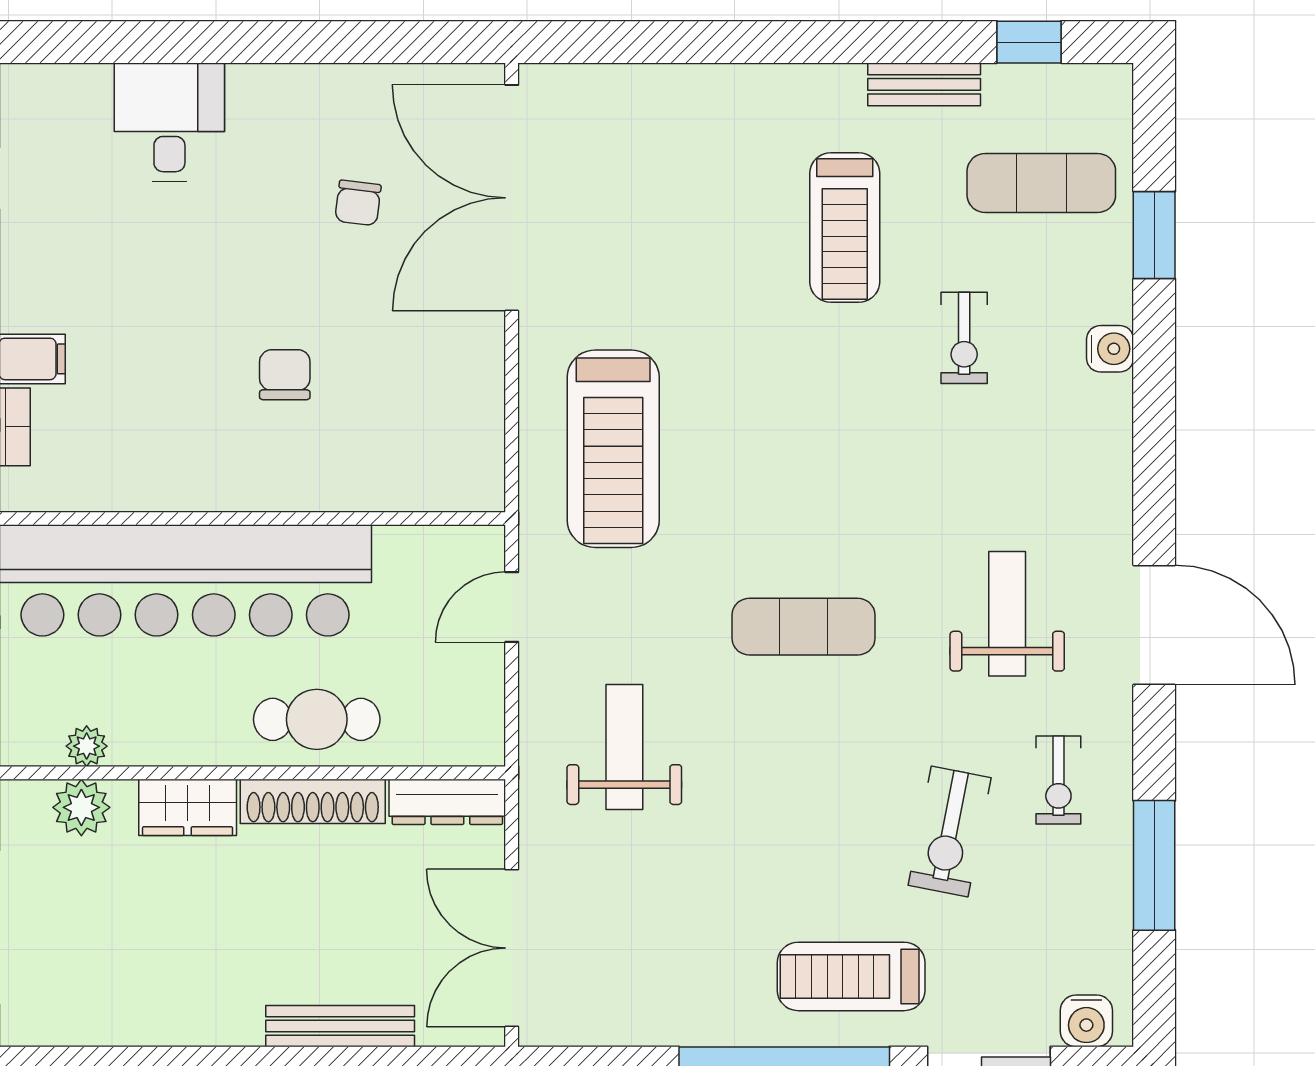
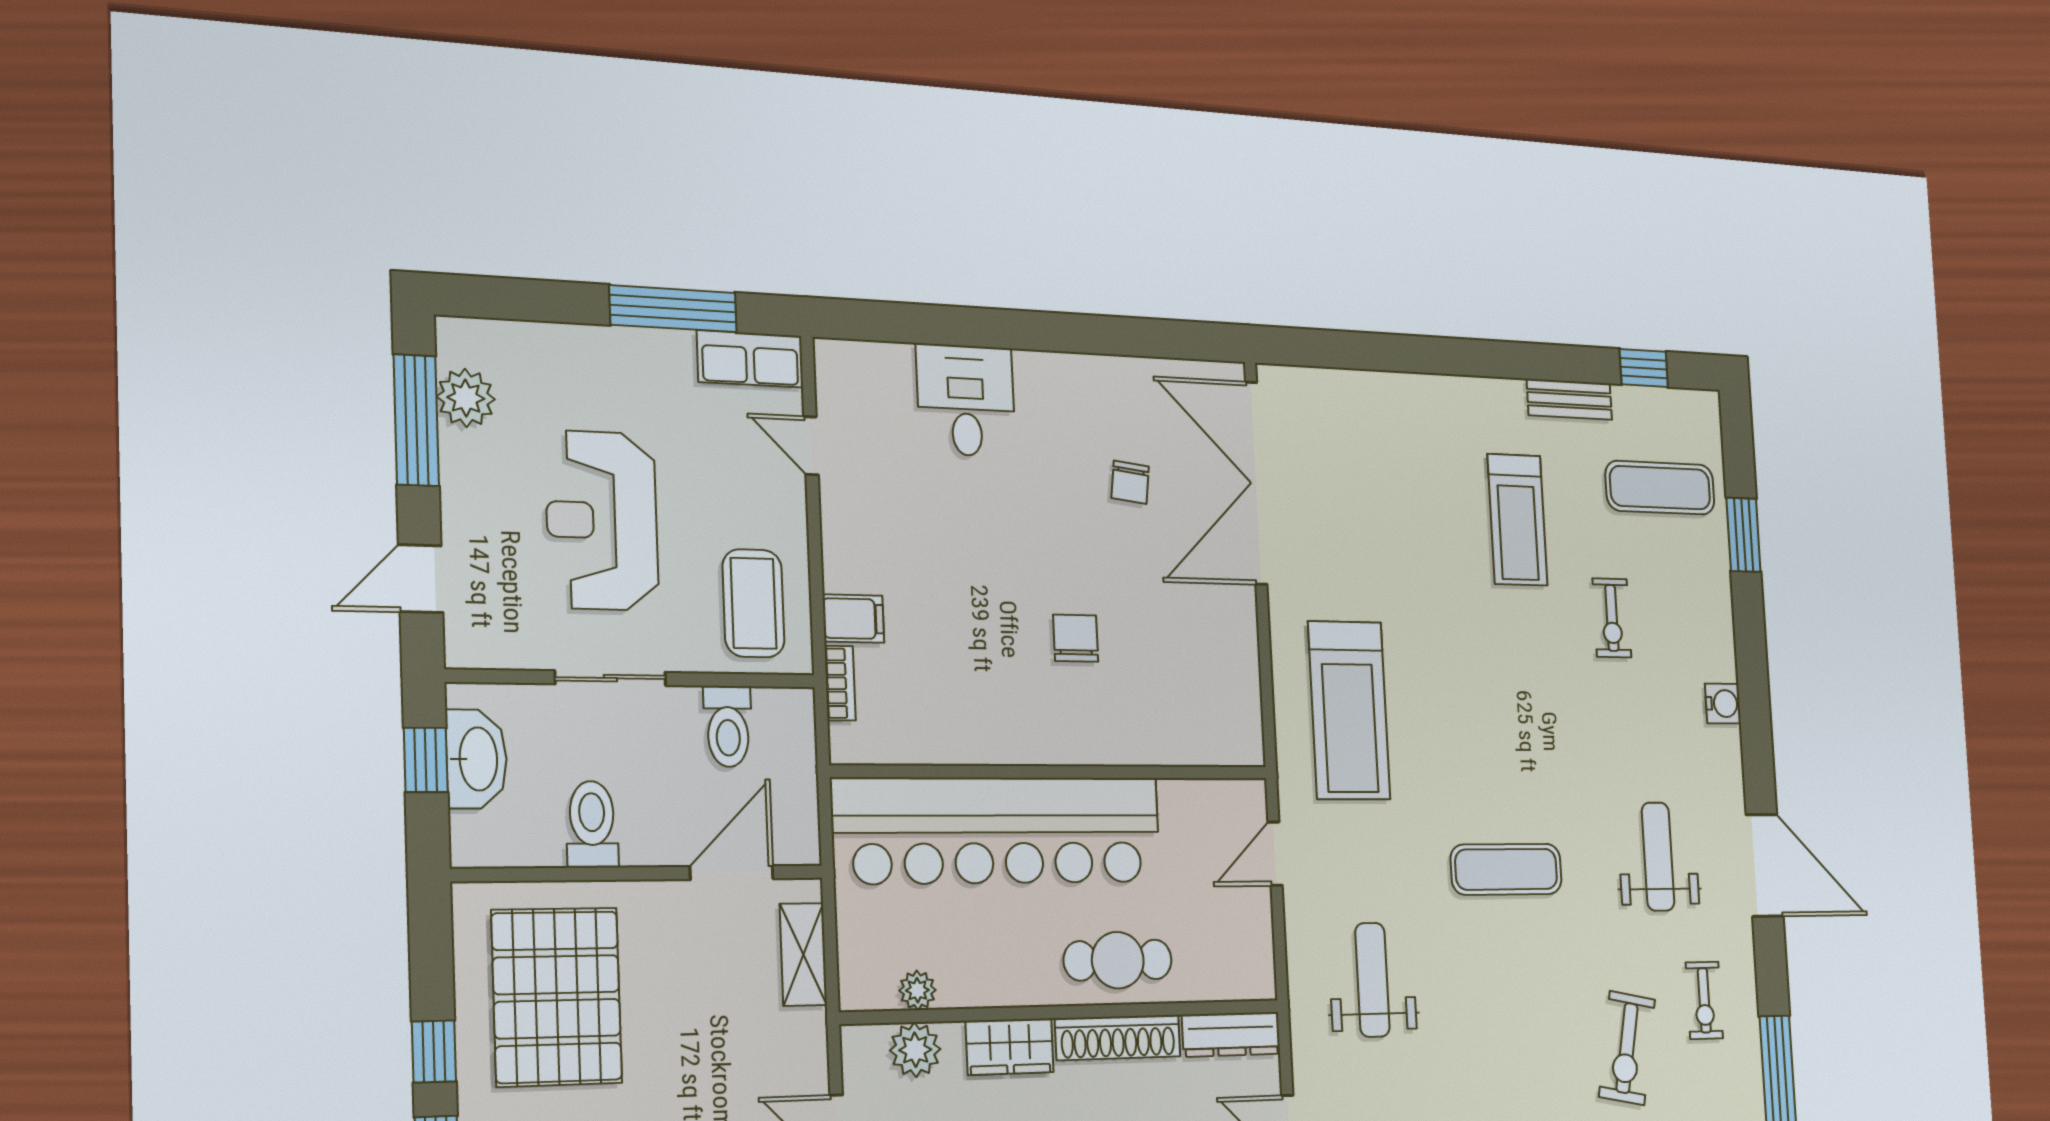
water cooler: (1110, 349) -> (1723, 704), moved

